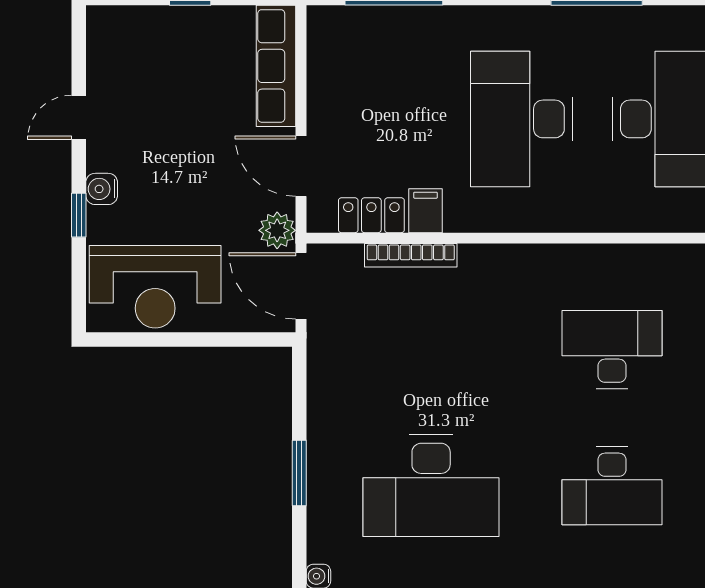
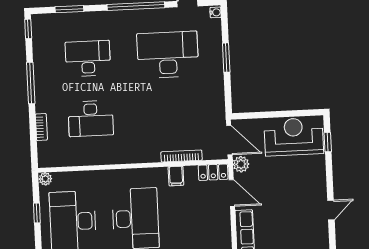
water cooler: (102, 189) -> (319, 179), removed
window: (79, 215) -> (328, 142), moved
locker: (371, 215) -> (213, 172), moved

